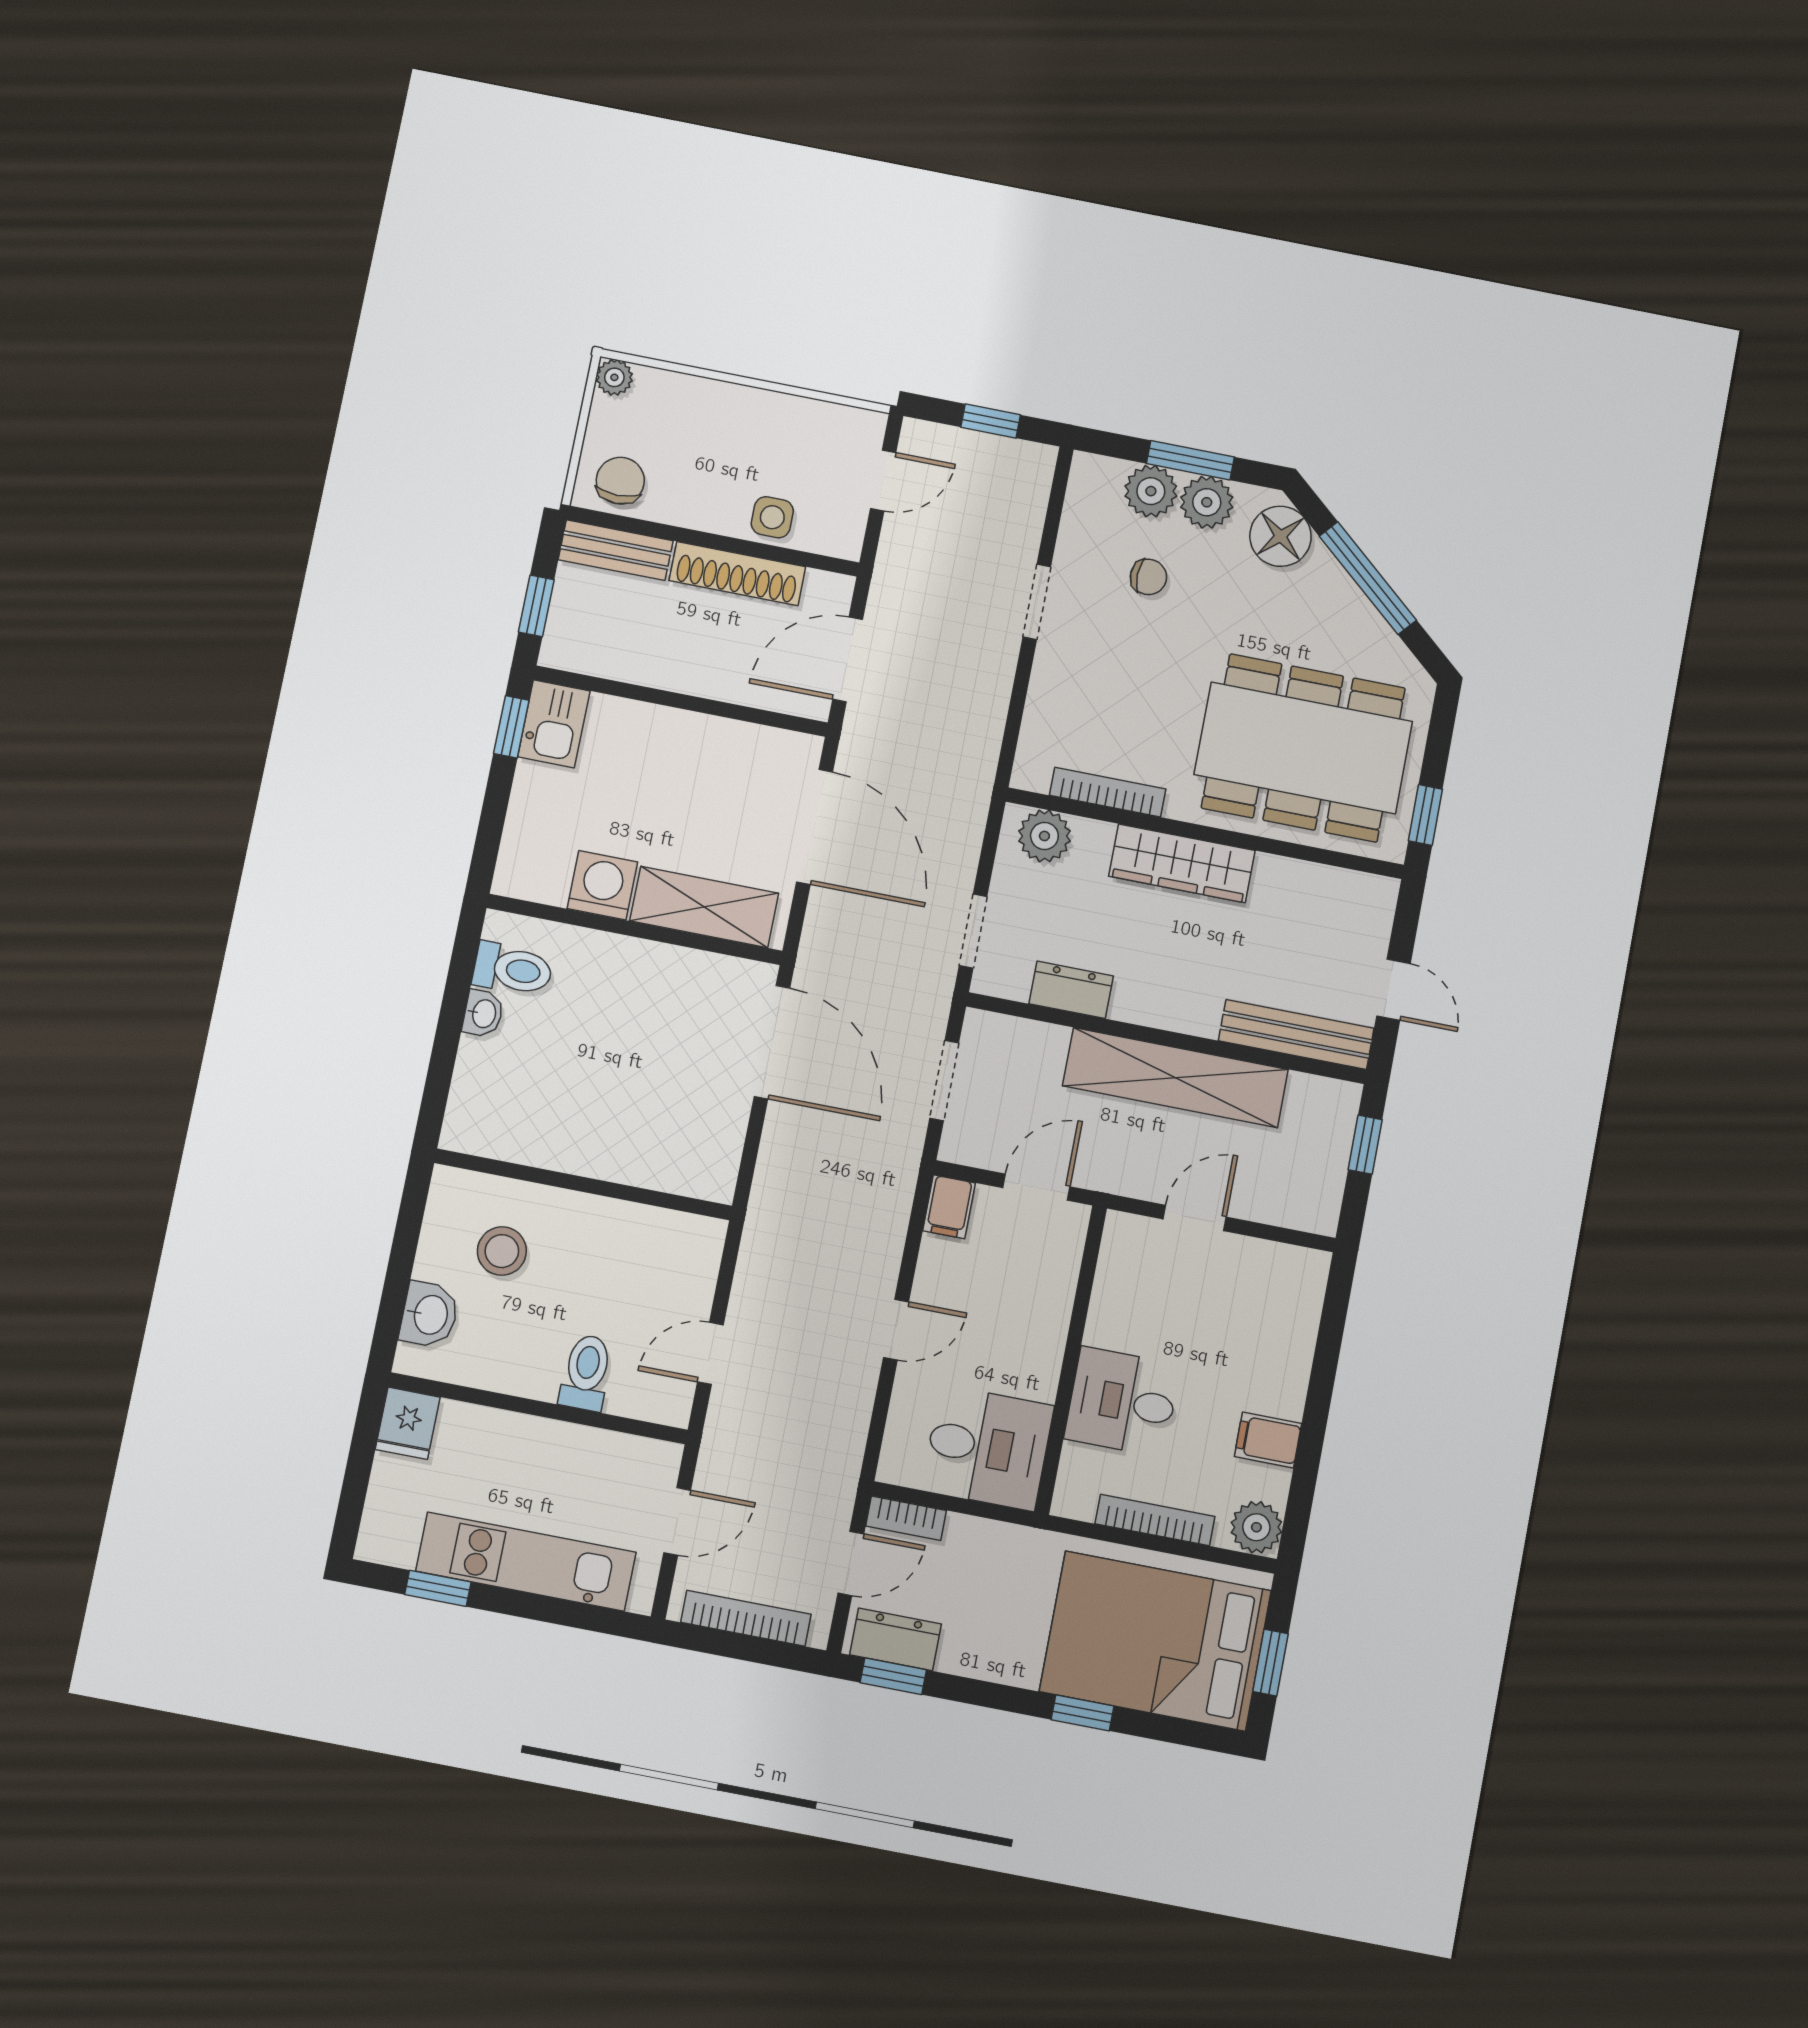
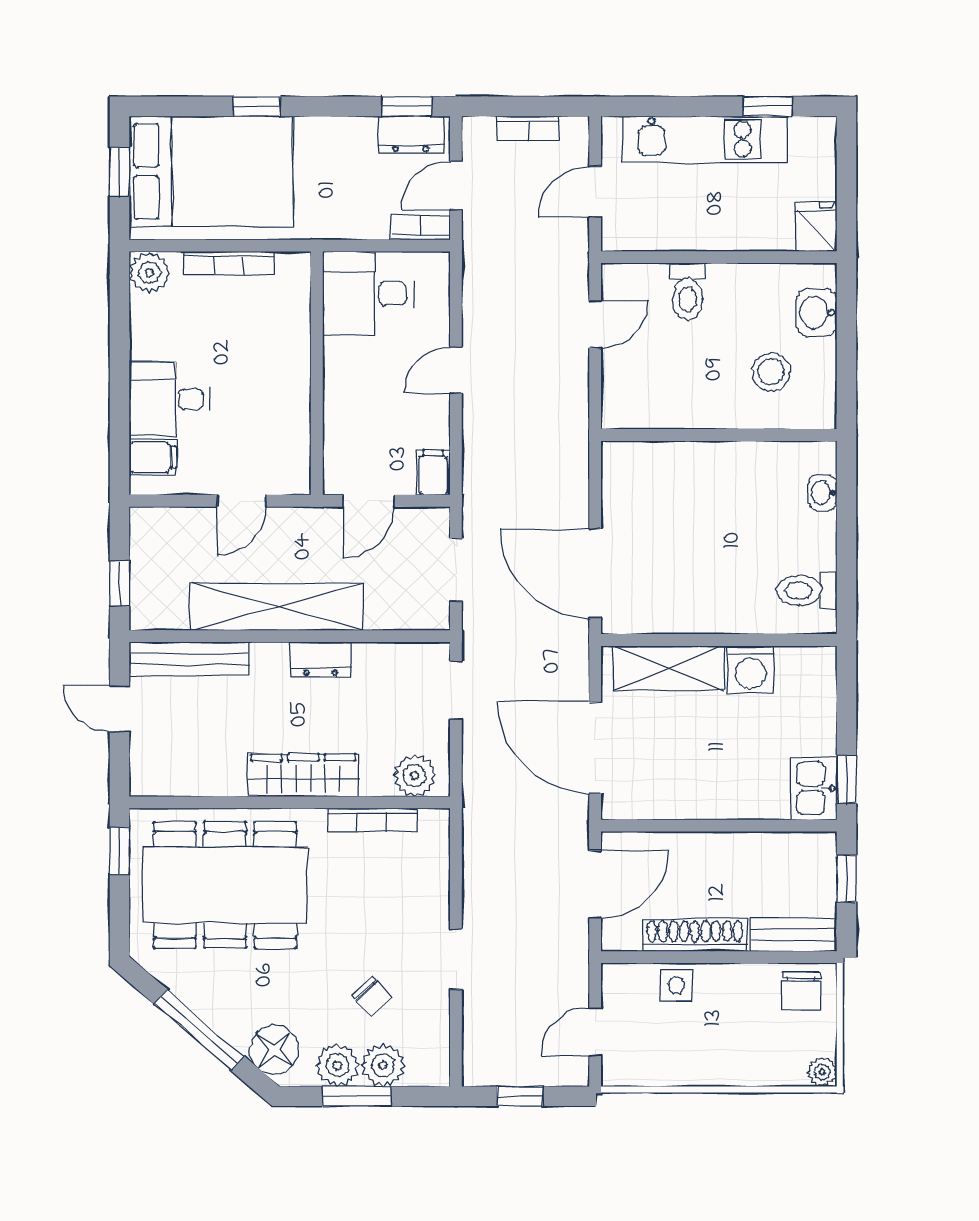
chair: (1148, 577) -> (372, 997), turned -134
dresser: (1071, 990) -> (320, 659), moved
washbasin: (483, 1013) -> (823, 493), moved
desk: (1122, 1402) -> (169, 399), moved, turned 180
filing cabinet: (1268, 1440) -> (153, 457), moved
bookcase: (746, 1618) -> (528, 129), width x0.64

